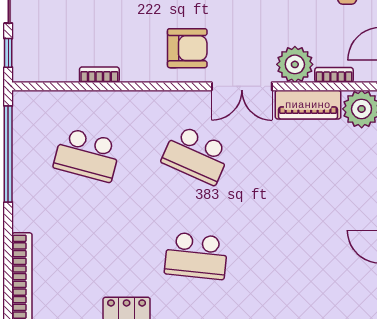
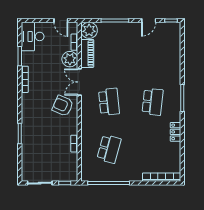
armchair: (187, 48) -> (63, 106), turned -67
double door: (242, 86) -> (79, 82), swing flipped
school desk: (196, 155) -> (109, 102), turned -30

